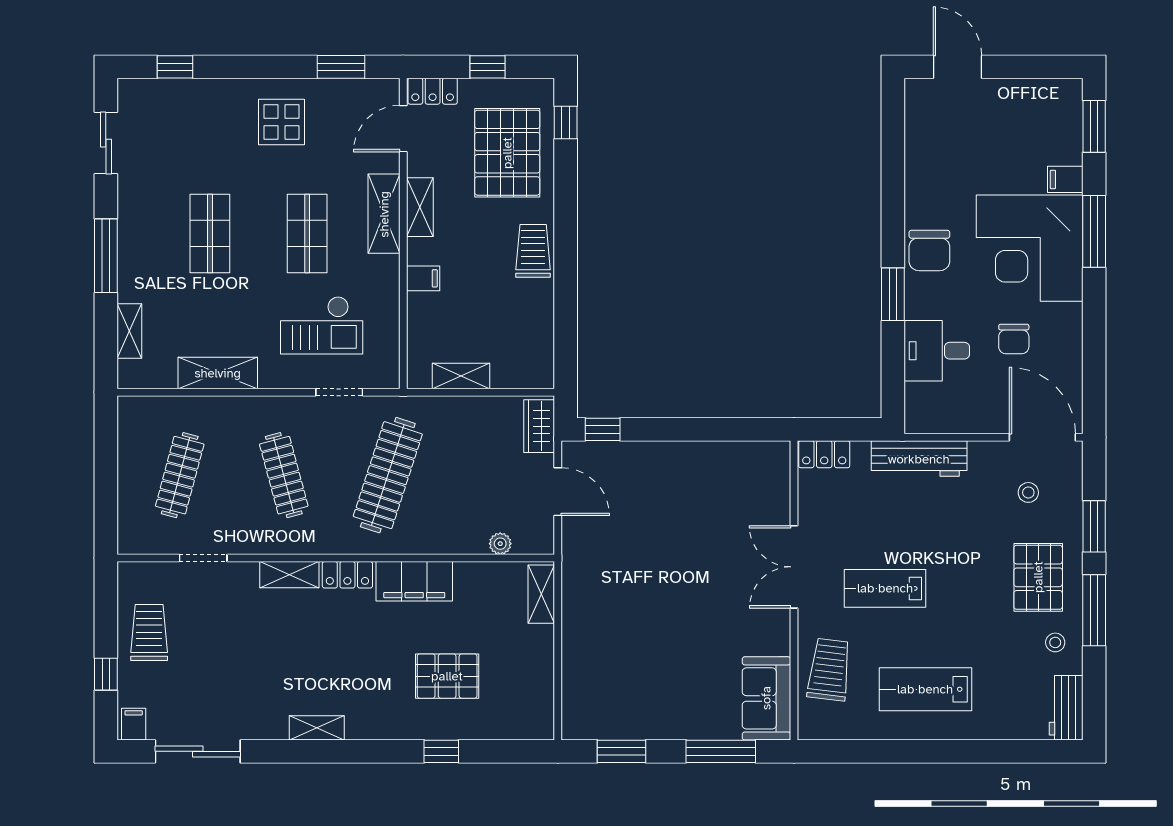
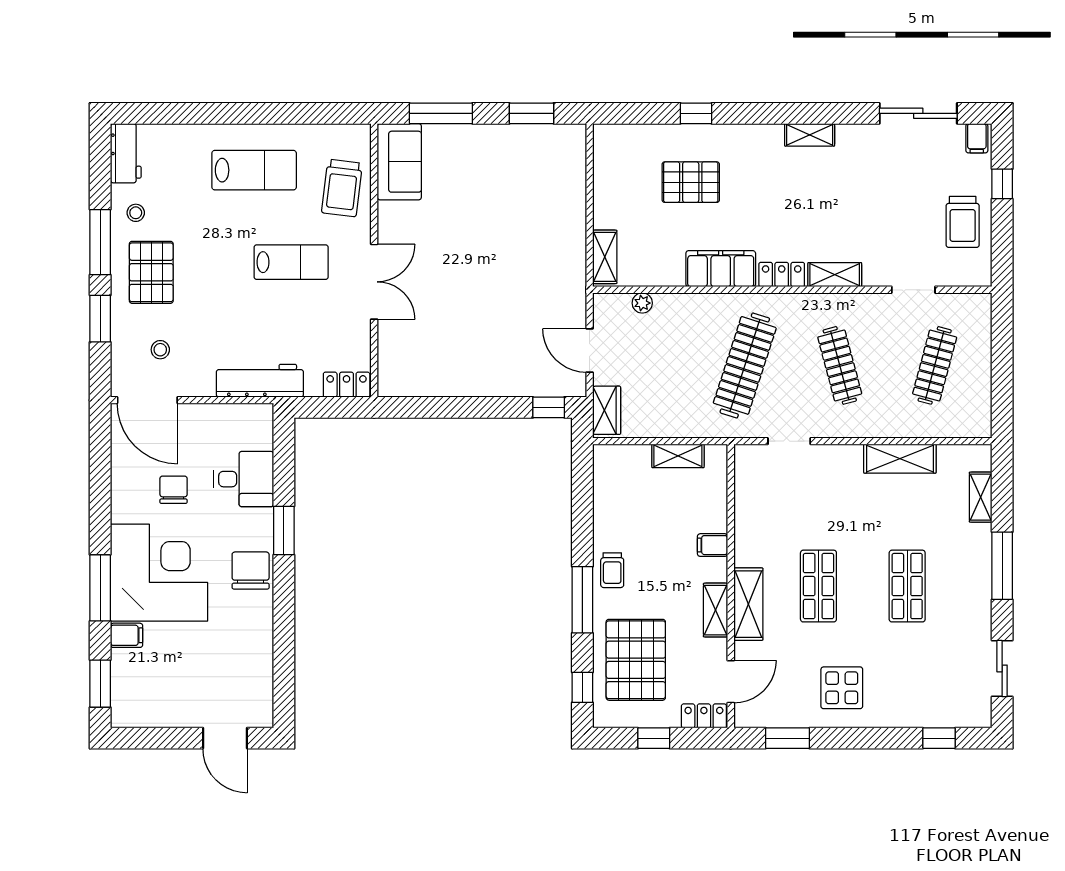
window: (566, 218) -> (582, 600), added
trolley: (533, 251) -> (612, 570), width x0.73, depth x0.72
checkout: (322, 325) -> (805, 502), removed

